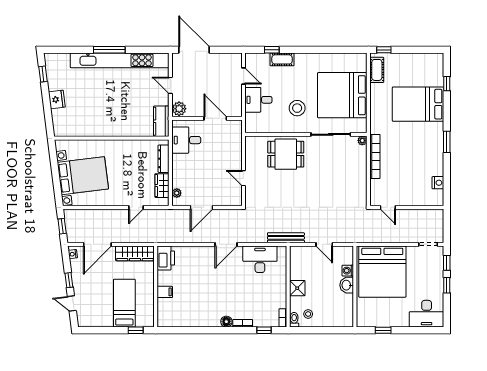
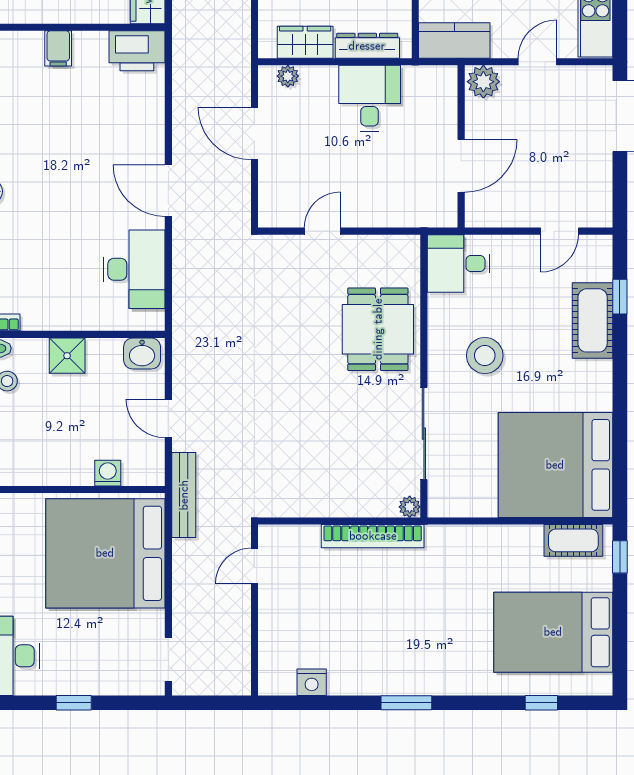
cot: (282, 59) -> (593, 320), width x1.37, depth x1.34
bed: (342, 95) -> (555, 465), moved, turned -90
desk: (258, 100) -> (459, 263), moved, turned -90
bed: (418, 104) -> (553, 632), moved, turned -90
desk: (186, 140) -> (370, 98), moved
bench: (286, 238) -> (184, 495), moved
door: (324, 244) -> (168, 418), hinge flipped
window: (447, 263) -> (126, 703), removed
washbasin: (347, 285) -> (142, 353), moved, turned 180

